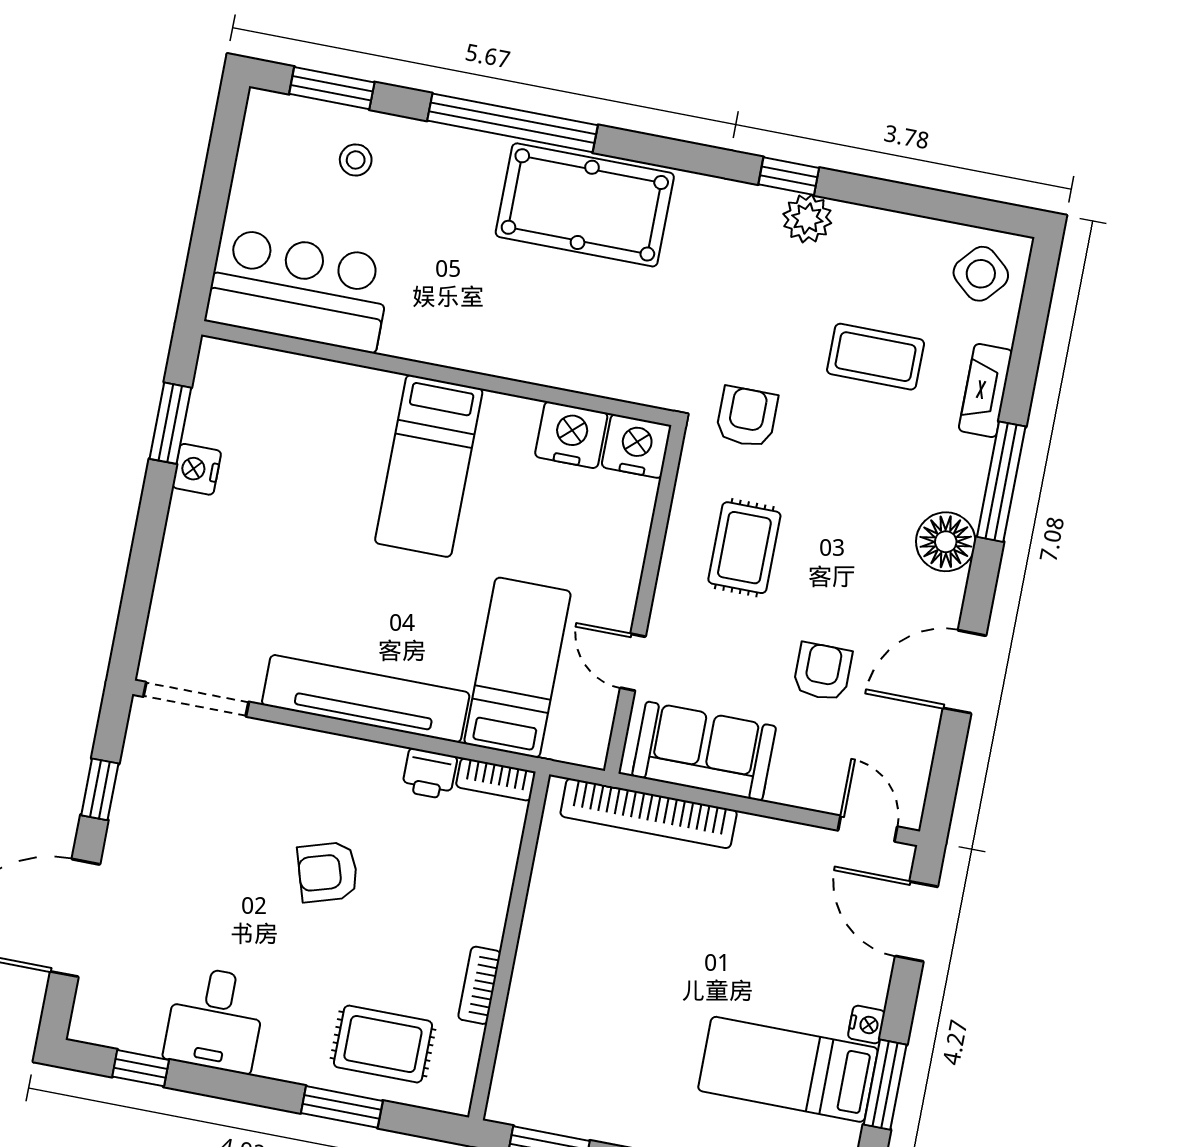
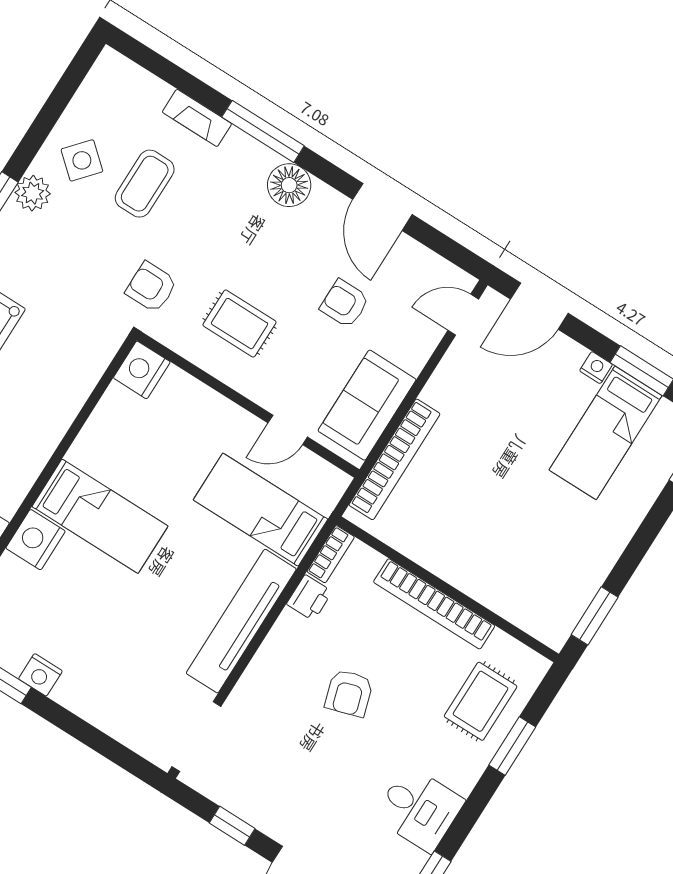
side table: (981, 274) -> (82, 160), moved
nightstand: (571, 435) -> (36, 540), moved
bookcase: (479, 985) -> (434, 604), width x2.31, depth x1.31

